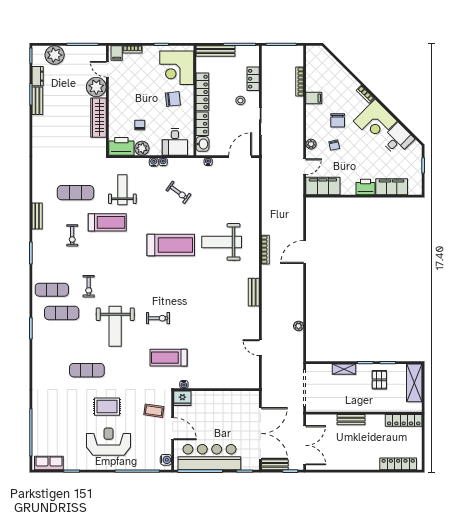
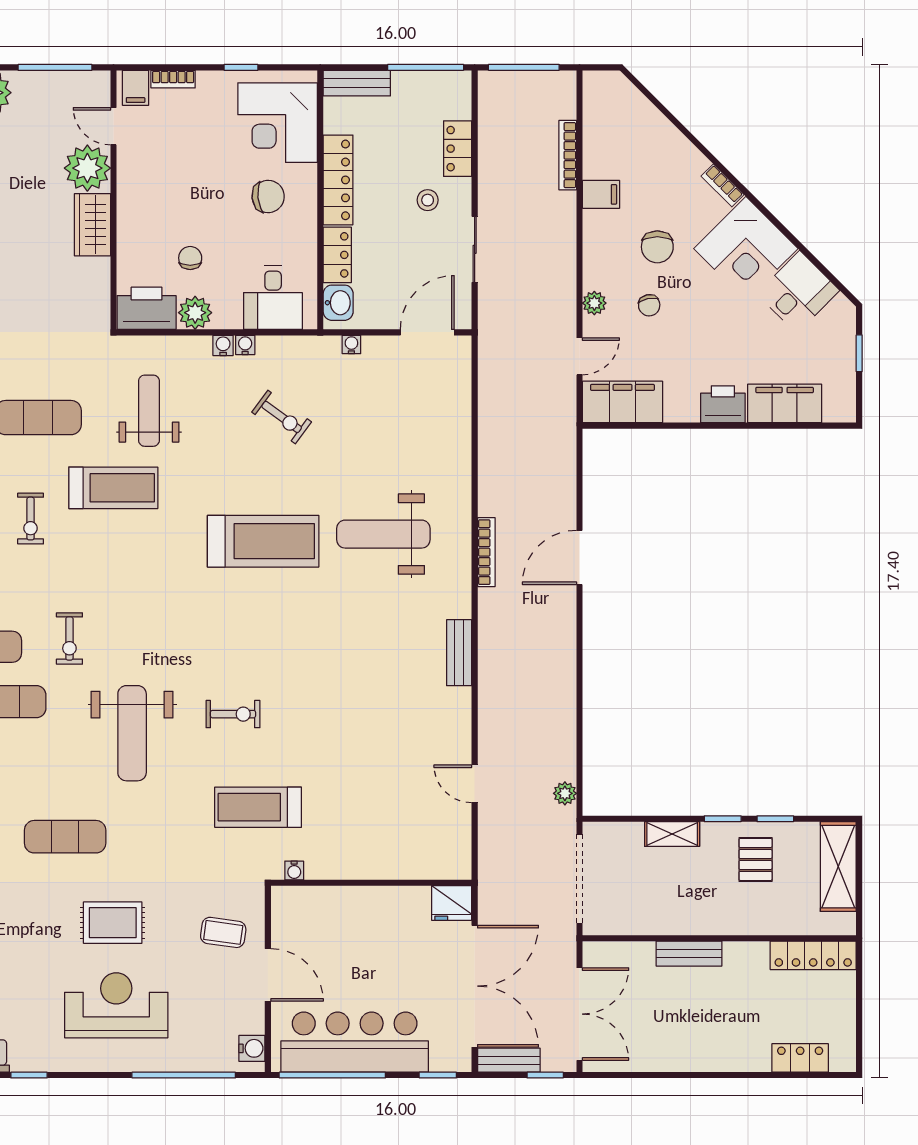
bench: (216, 51) -> (357, 83), width x0.73
wardrobe: (98, 118) -> (93, 225), width x0.67
plant: (299, 326) -> (565, 793), moved
fridge: (182, 398) -> (452, 903), moved
locker: (398, 464) -> (800, 1058), width x0.66

